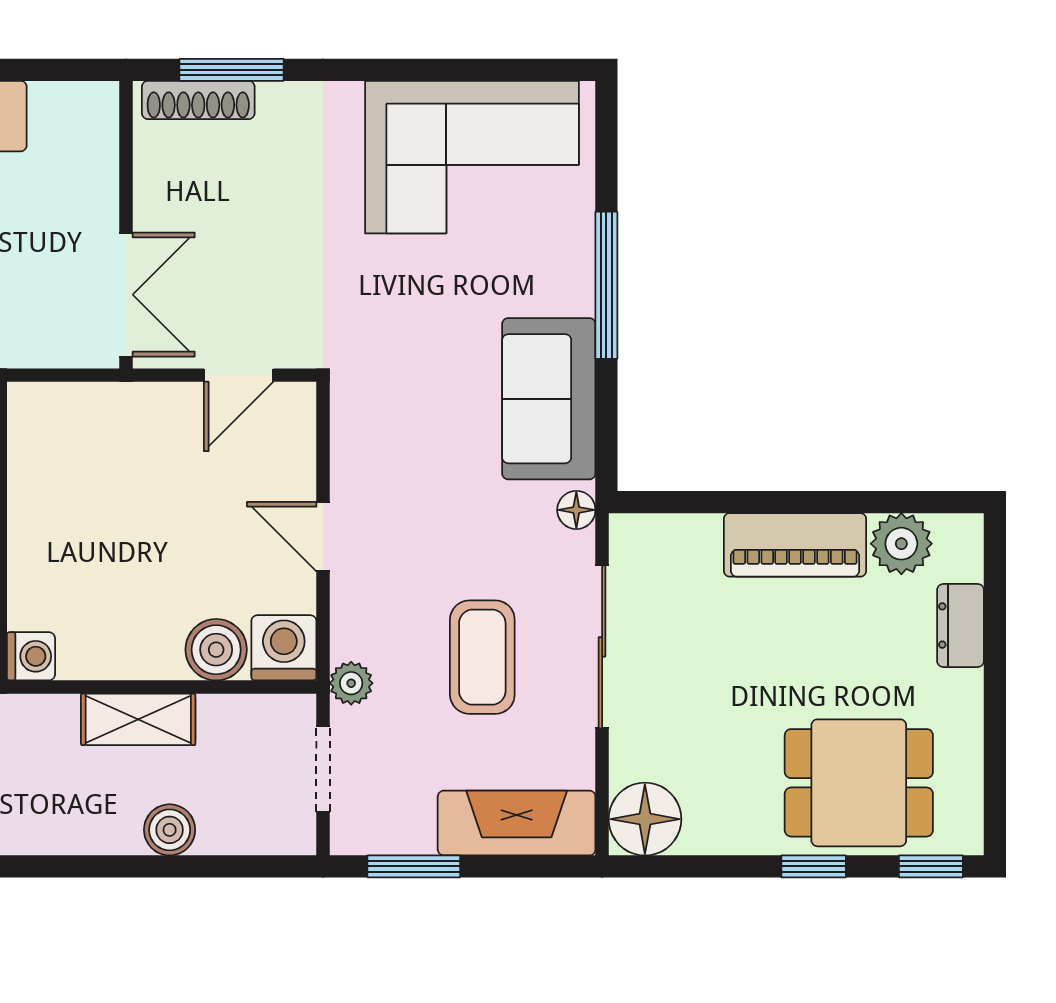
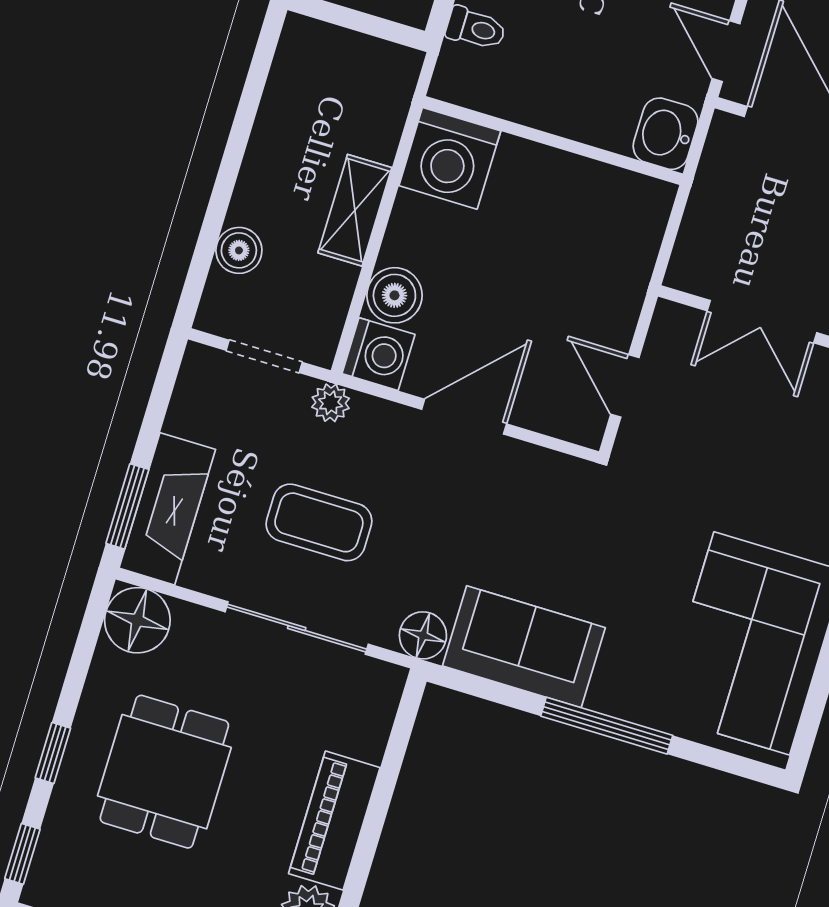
double door: (126, 295) -> (762, 322), moved
floor lamp: (576, 510) -> (423, 635), width x1.37, depth x1.37
door: (323, 537) -> (464, 417), width x1.38
washing machine: (31, 656) -> (450, 158), width x1.89, depth x1.89
dining table: (859, 783) -> (164, 772), moved
boiler: (170, 830) -> (239, 250), moved
window: (414, 866) -> (127, 506), moved

